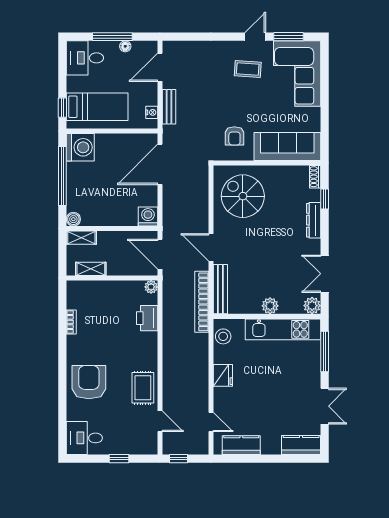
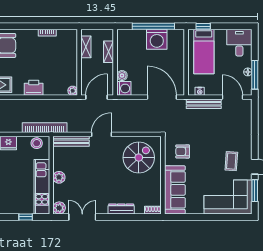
window: (112, 37) -> (255, 75), moved
bench: (169, 107) -> (204, 104), width x1.36
washing machine: (80, 147) -> (157, 39), moved
window: (325, 199) -> (137, 217), removed
boiler: (73, 219) -> (122, 76), moved
shelving: (81, 238) -> (109, 52), moved
bookcase: (202, 302) -> (45, 128), moved
printer: (147, 318) -> (34, 88), moved
window: (325, 352) -> (26, 217), width x0.46

